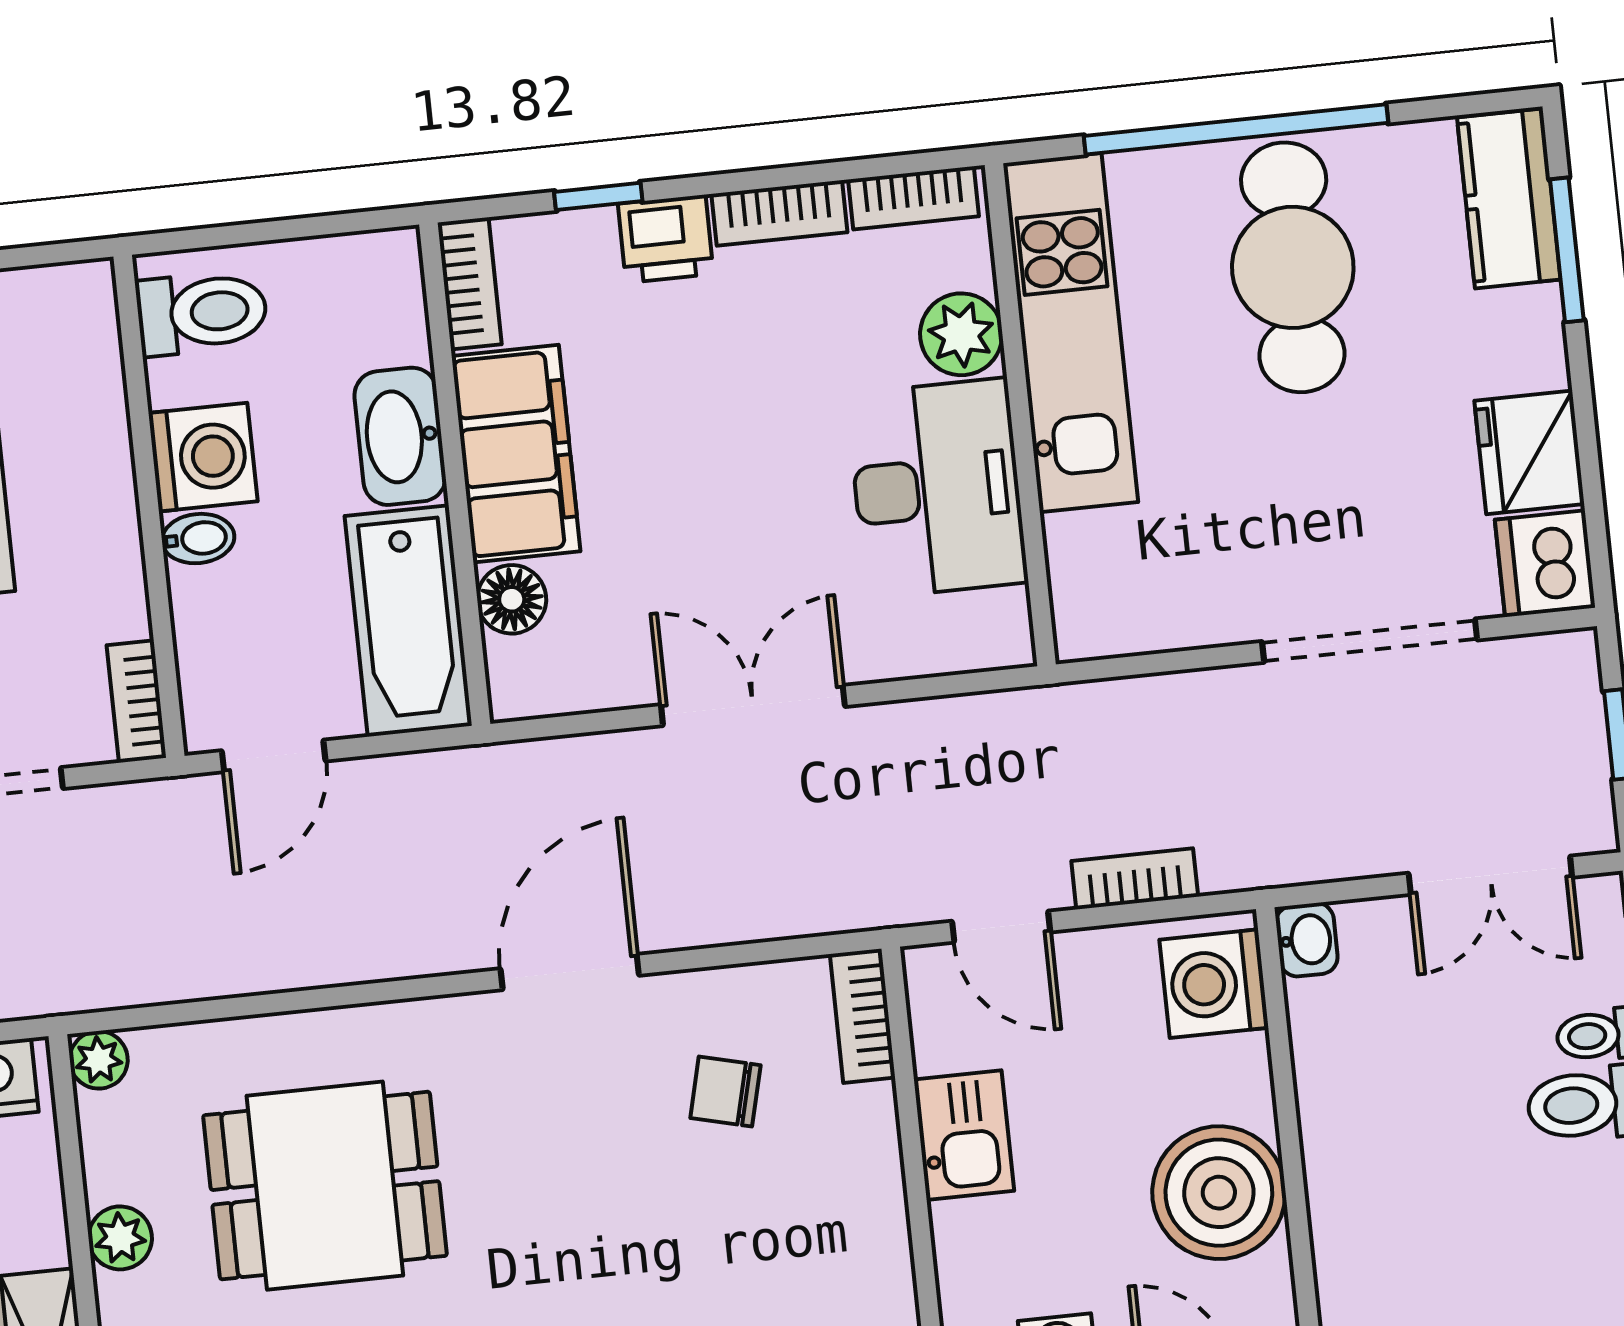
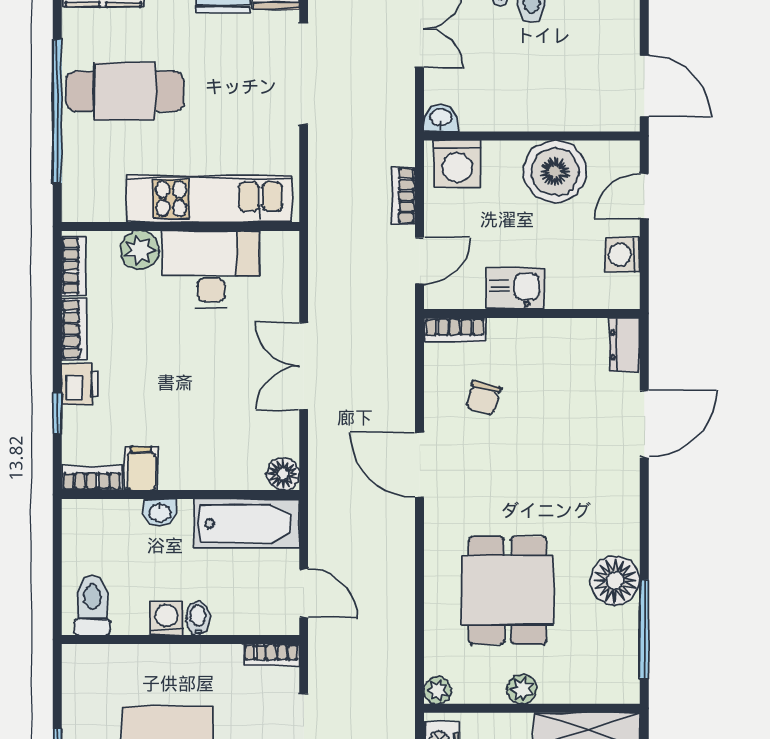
kitchen unit: (1071, 333) -> (209, 199), moved
washbasin: (400, 436) -> (160, 512), width x0.52, depth x0.69
filing cabinet: (516, 454) -> (141, 468), width x0.33, depth x0.86
washing machine: (203, 457) -> (166, 618), width x0.73, depth x0.73
floor lamp: (512, 599) -> (283, 474), moved

